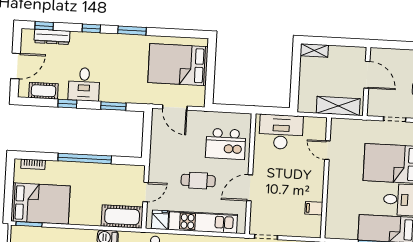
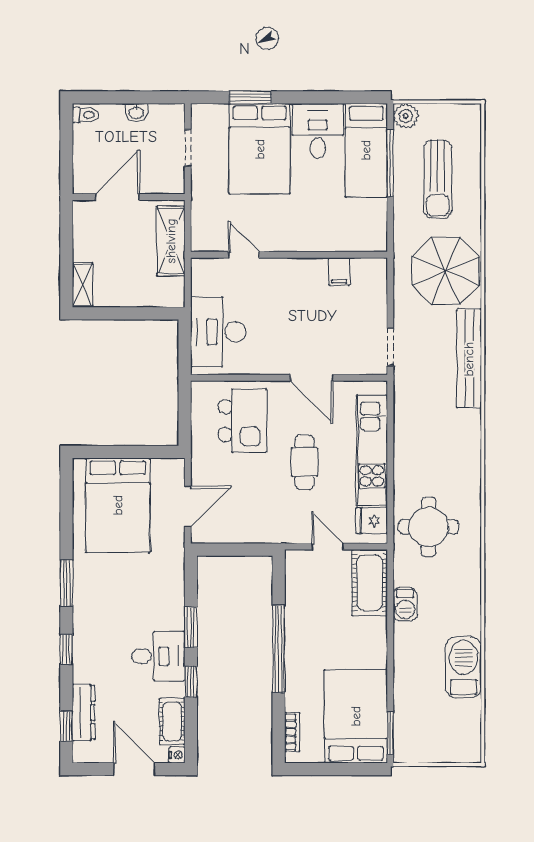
nightstand: (23, 93) -> (177, 755), added
window: (113, 106) -> (191, 627), moved
door: (327, 150) -> (244, 255), swing flipped

